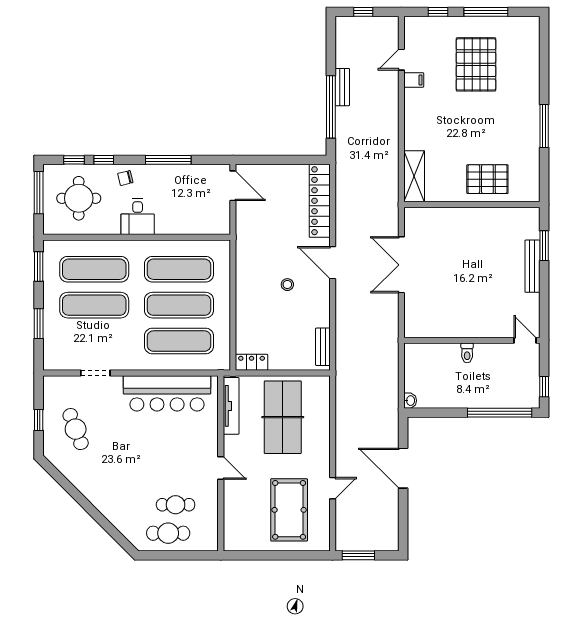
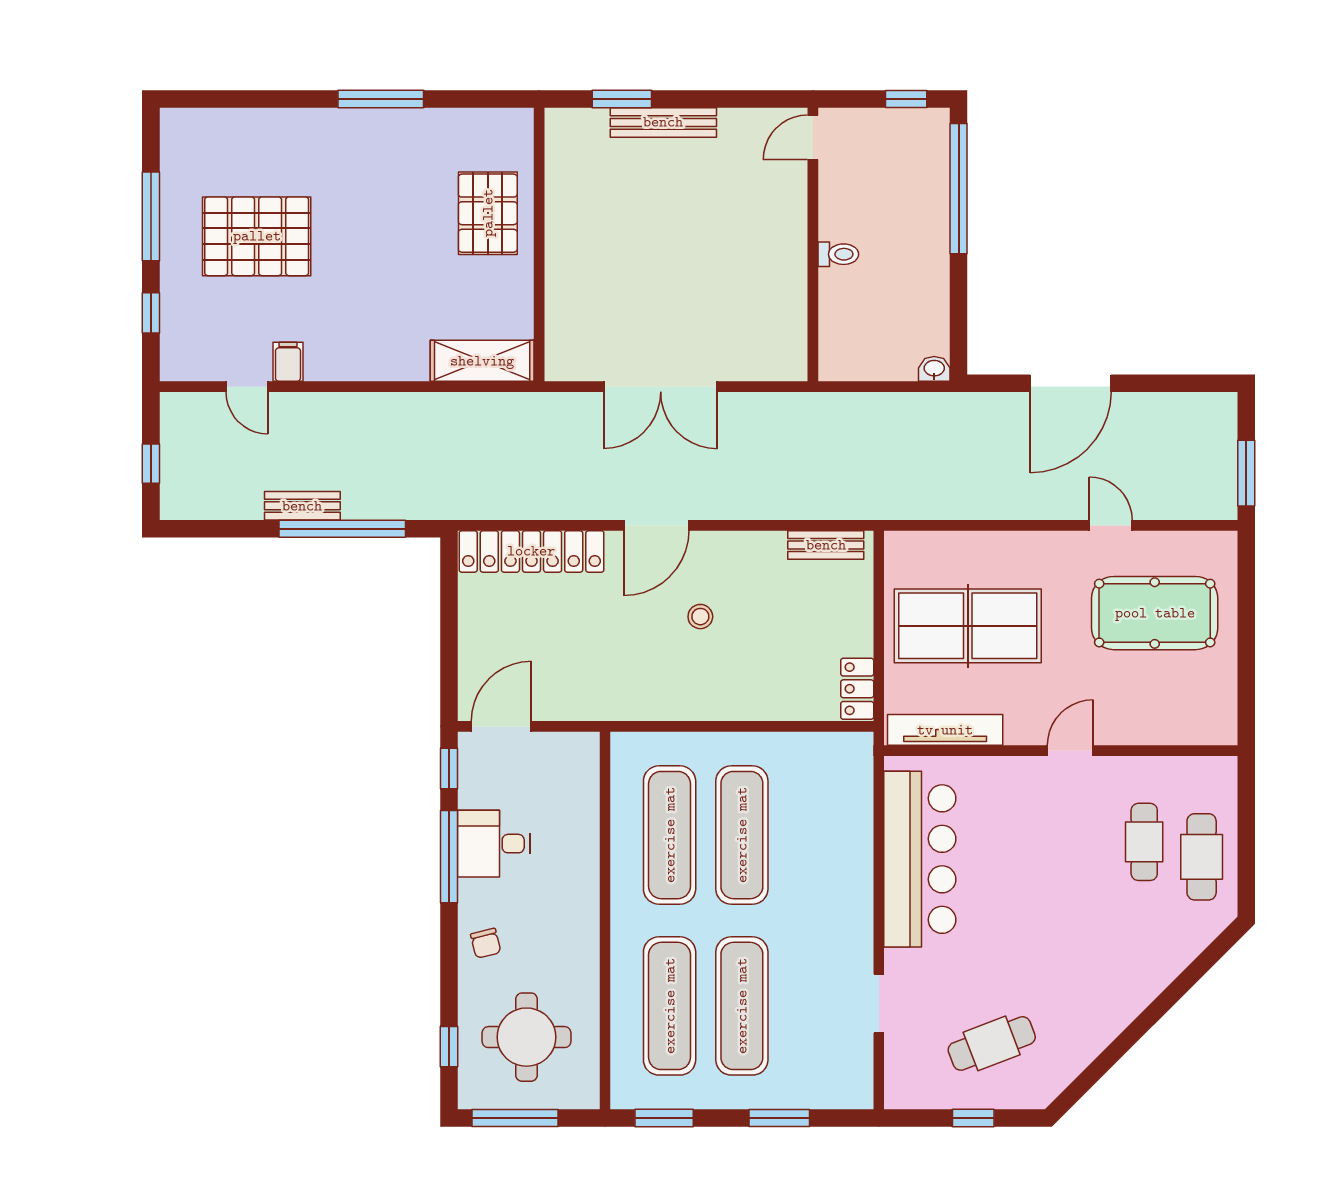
window: (104, 160) -> (449, 769), moved
desk: (138, 217) -> (494, 844), moved, turned 180
exercise mat: (179, 341) -> (814, 835), removed

